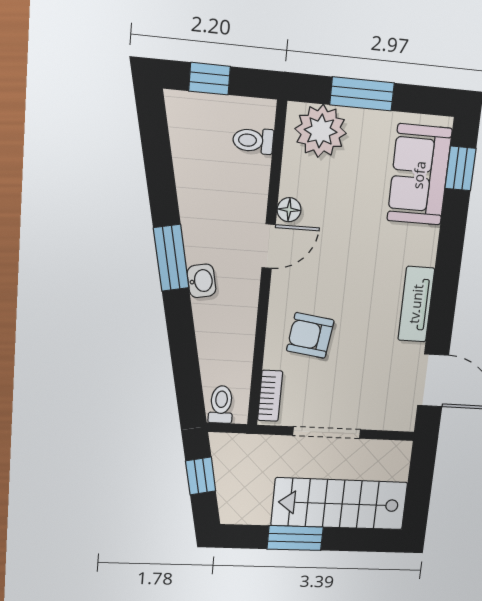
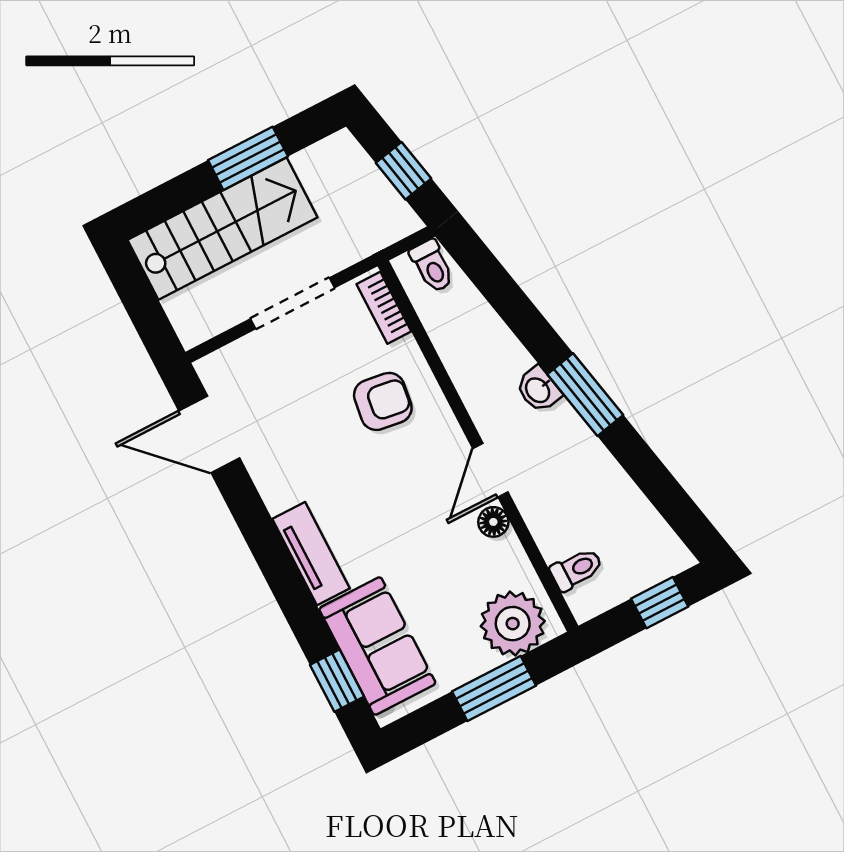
tv unit: (416, 304) -> (311, 554), moved

